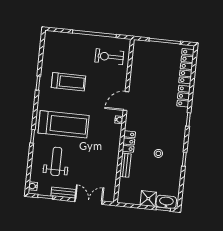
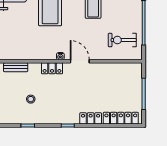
exercise bike: (109, 57) -> (122, 40), turned -90
locker: (129, 142) -> (52, 68), moved

